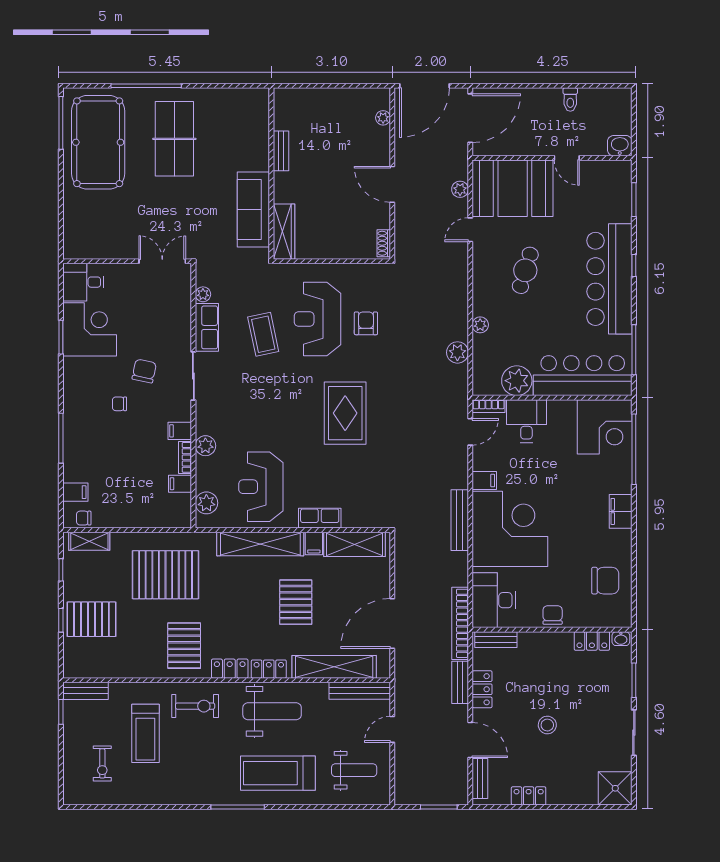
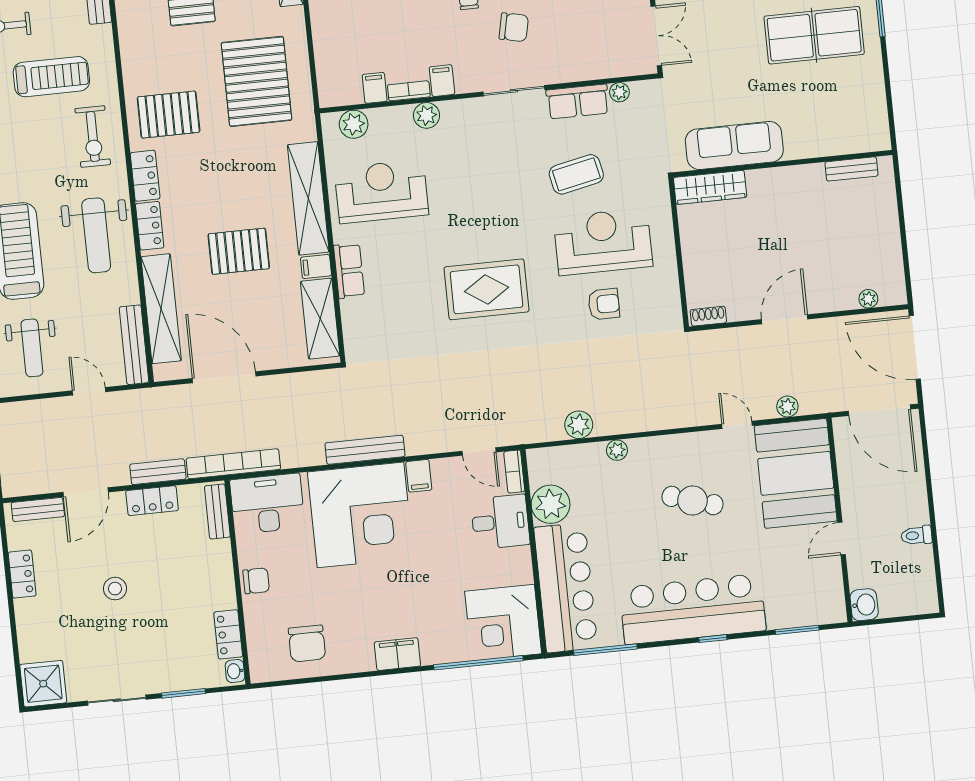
bench: (281, 151) -> (851, 169), moved
treadmill: (145, 733) -> (51, 77), turned 180

